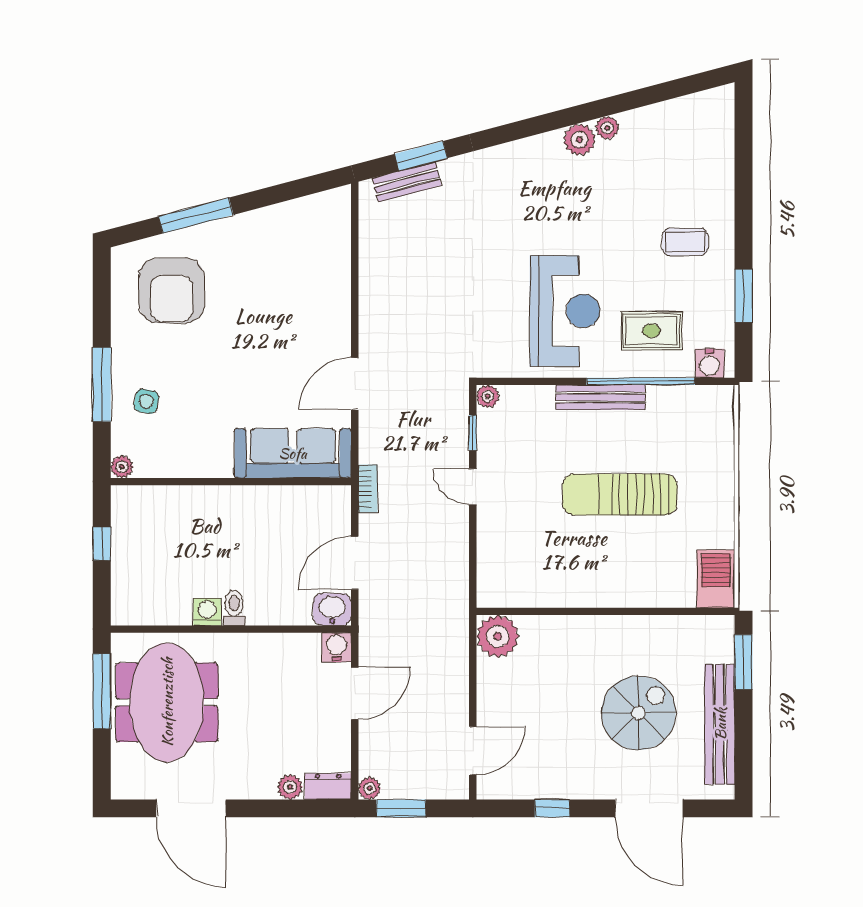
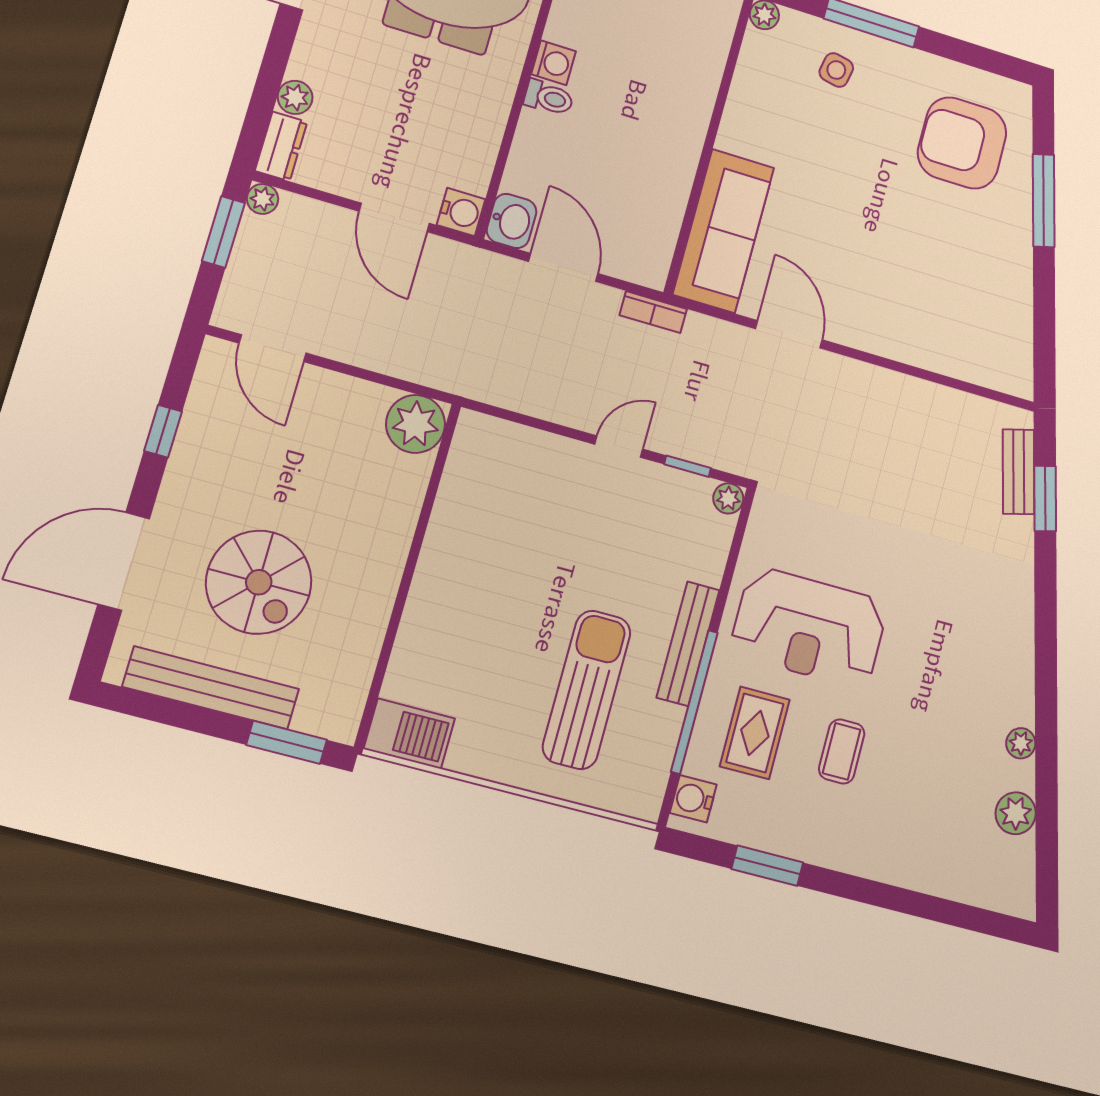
plant: (579, 140) -> (1016, 813), moved
coffee table: (685, 242) -> (842, 751), moved
sun lounger: (620, 494) -> (587, 690), moved

